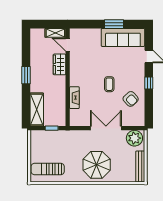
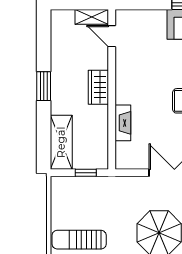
wardrobe: (59, 64) -> (98, 87), moved

